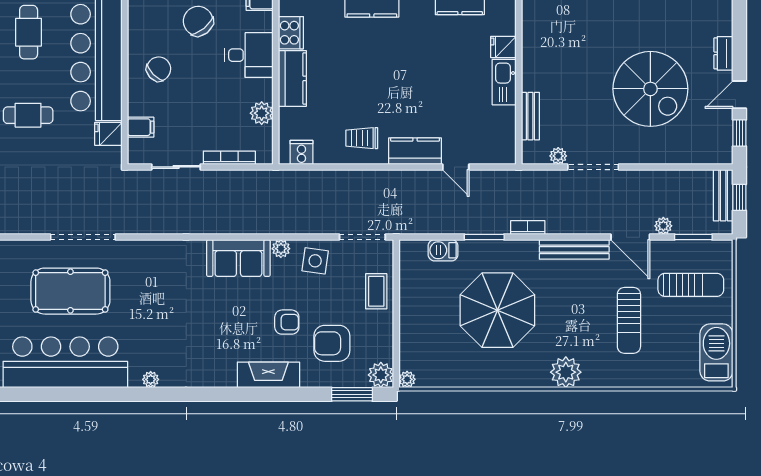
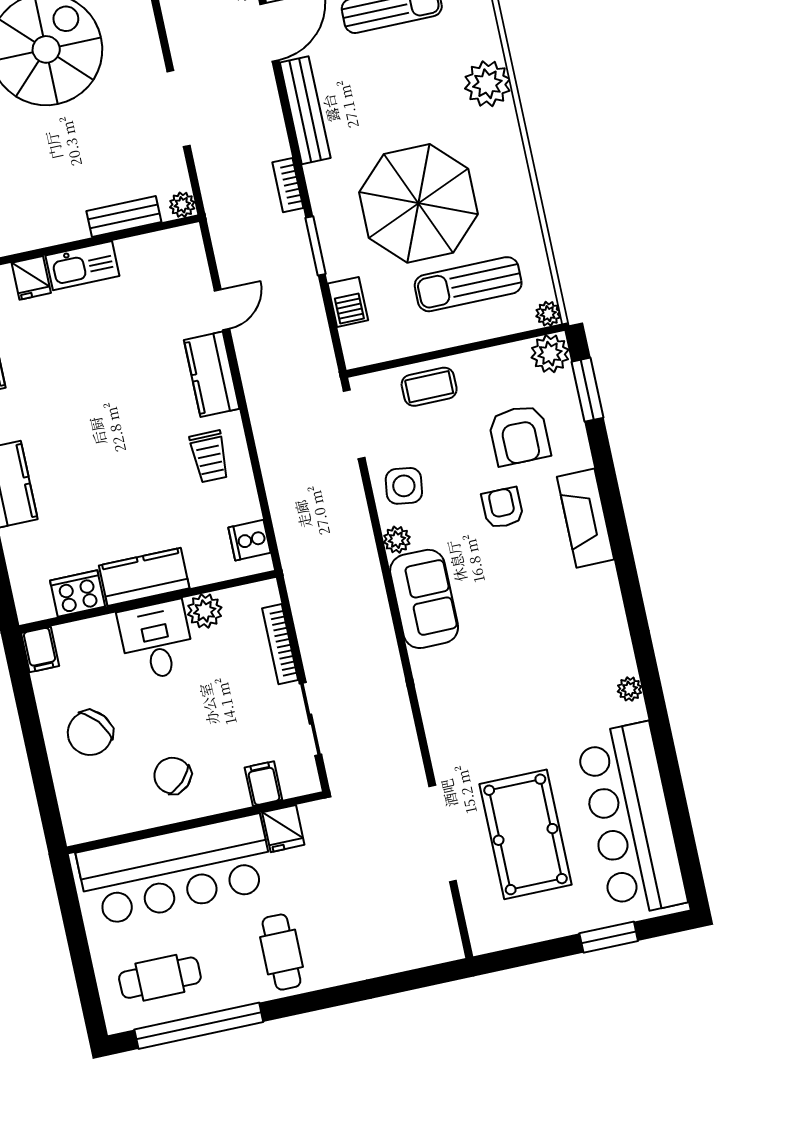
desk: (249, 55) -> (156, 641), moved
plant: (558, 156) -> (182, 205), moved
sun lounger: (438, 331) -> (468, 284), added

